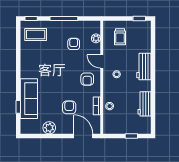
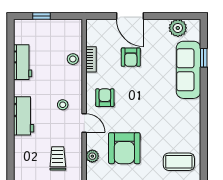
armchair: (74, 44) -> (124, 148), width x1.88, depth x1.88
plant: (49, 128) -> (178, 28), moved
door: (83, 136) -> (130, 16), moved

